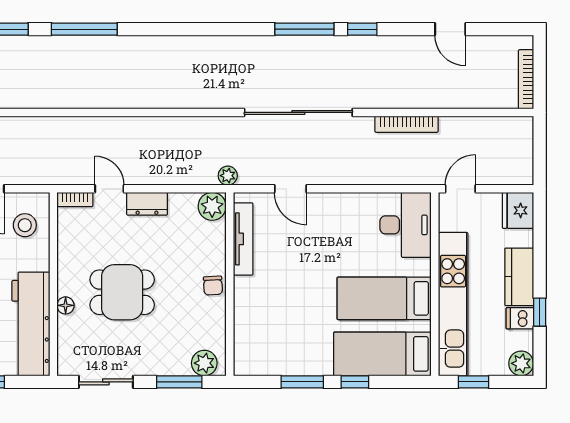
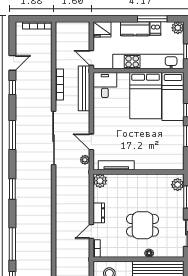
window: (195, 29) -> (12, 189), added
window: (362, 29) -> (12, 87), moved
bench: (399, 174) -> (84, 88), added
plant: (228, 176) -> (85, 160), moved
door: (290, 189) -> (91, 142), swing flipped
desk: (406, 225) -> (105, 85), width x0.73
chair: (213, 286) -> (139, 180), removed
dining table: (122, 292) -> (143, 225), turned 90
bed: (384, 298) -> (146, 96), width x1.50
window: (540, 312) -> (152, 19), width x2.17

